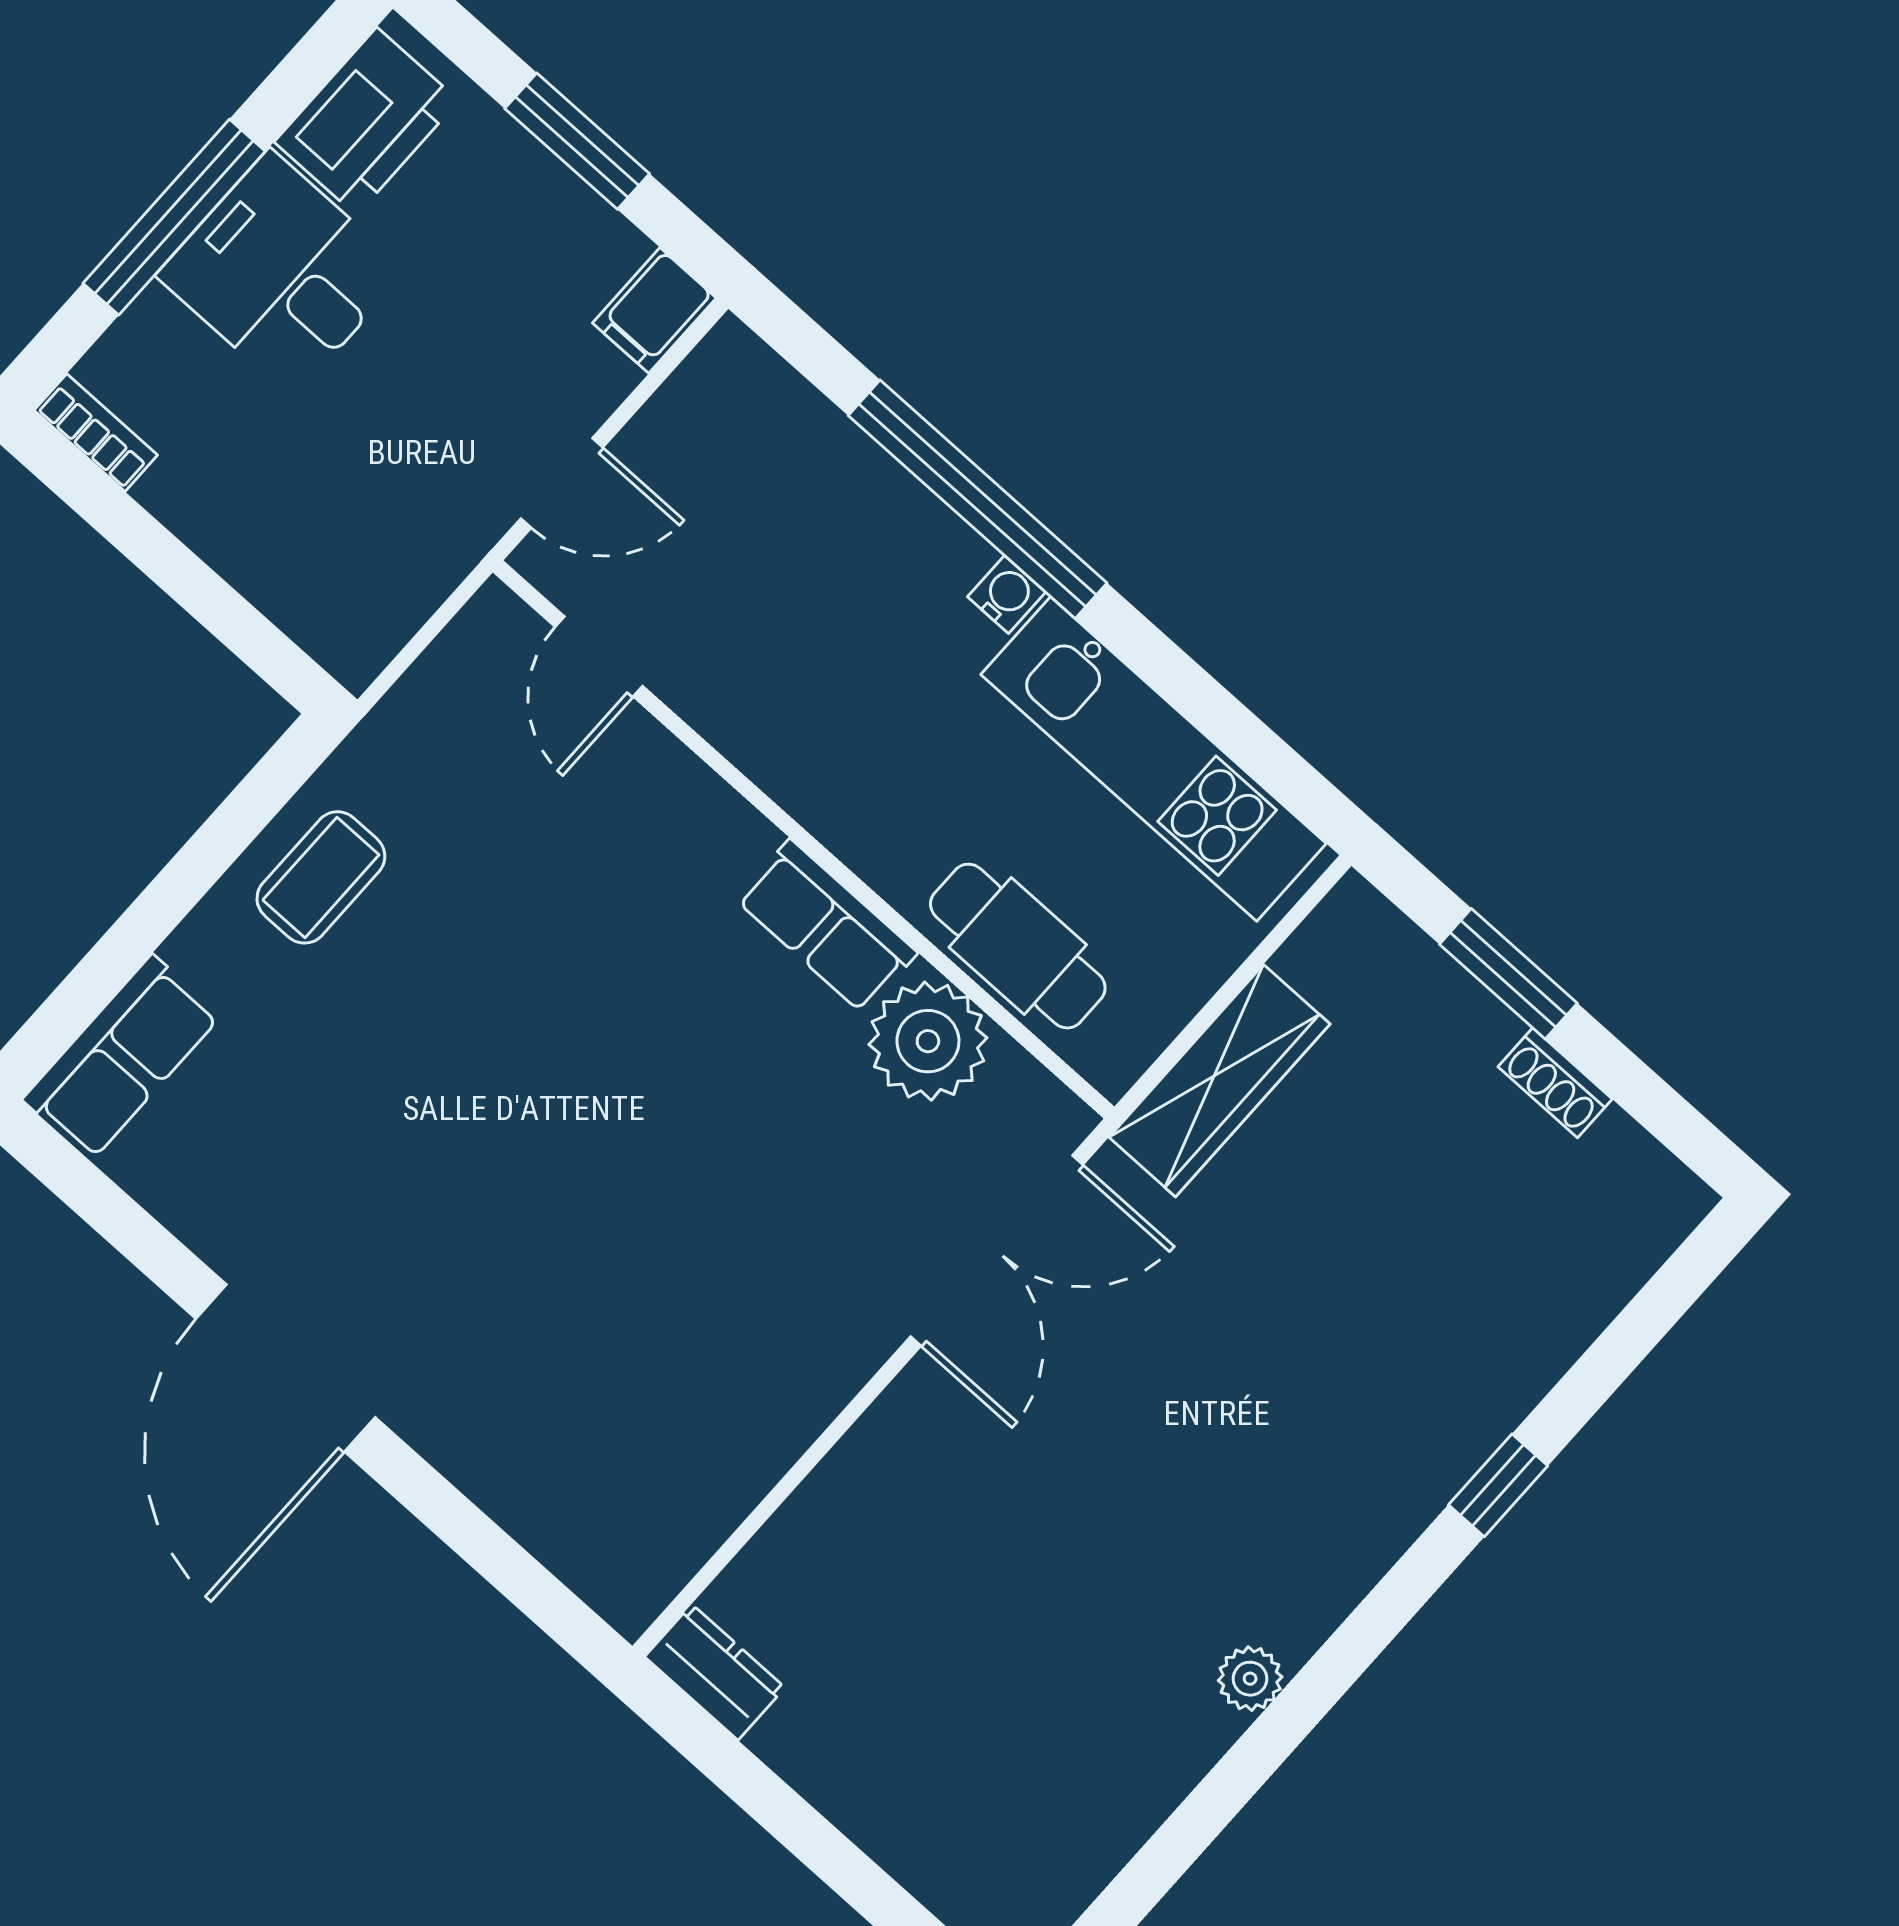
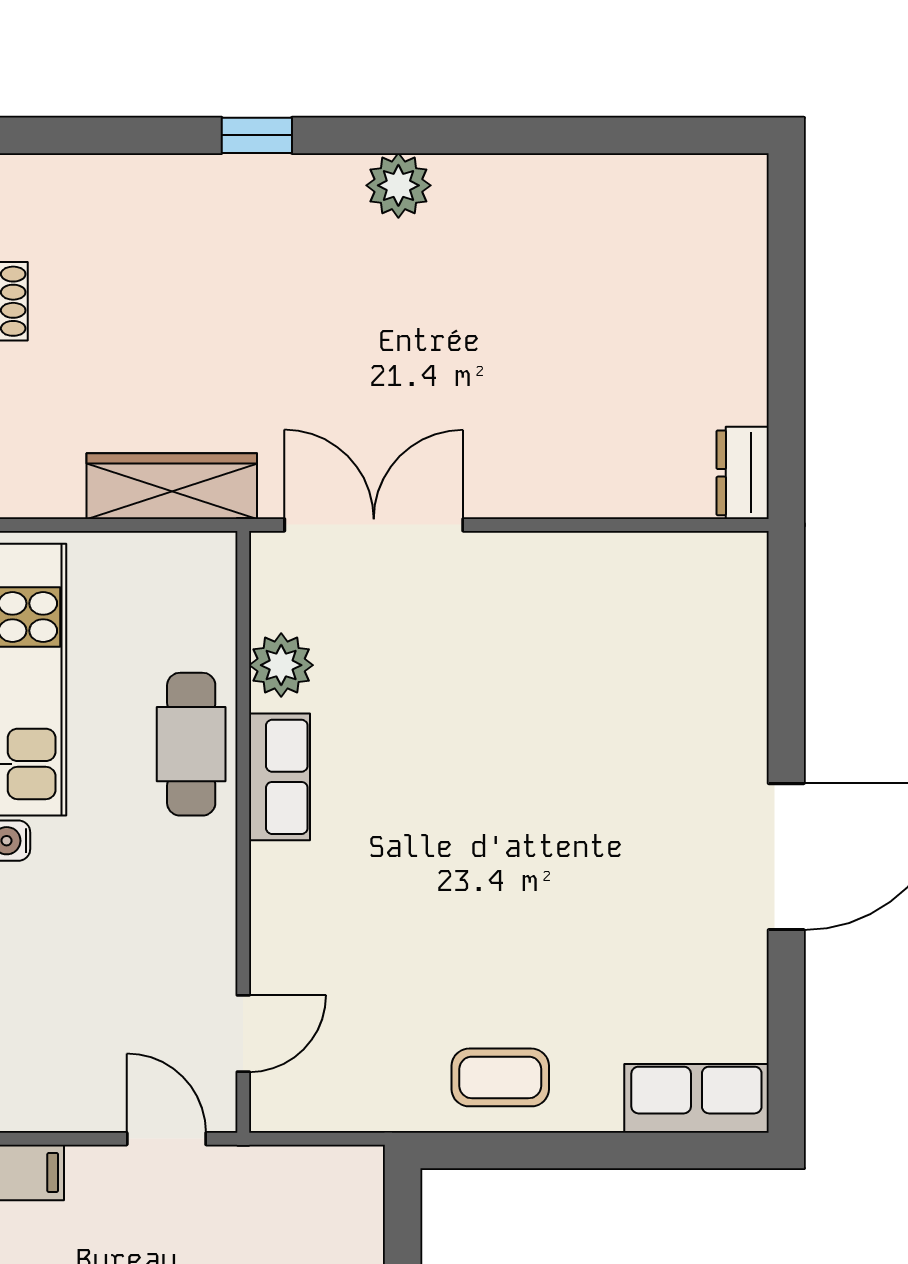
cafe table: (1018, 946) -> (191, 744), moved
plant: (928, 1041) -> (281, 665), width x0.73, depth x0.73
plant: (1250, 1679) -> (398, 185), moved, width x1.38, depth x1.38

